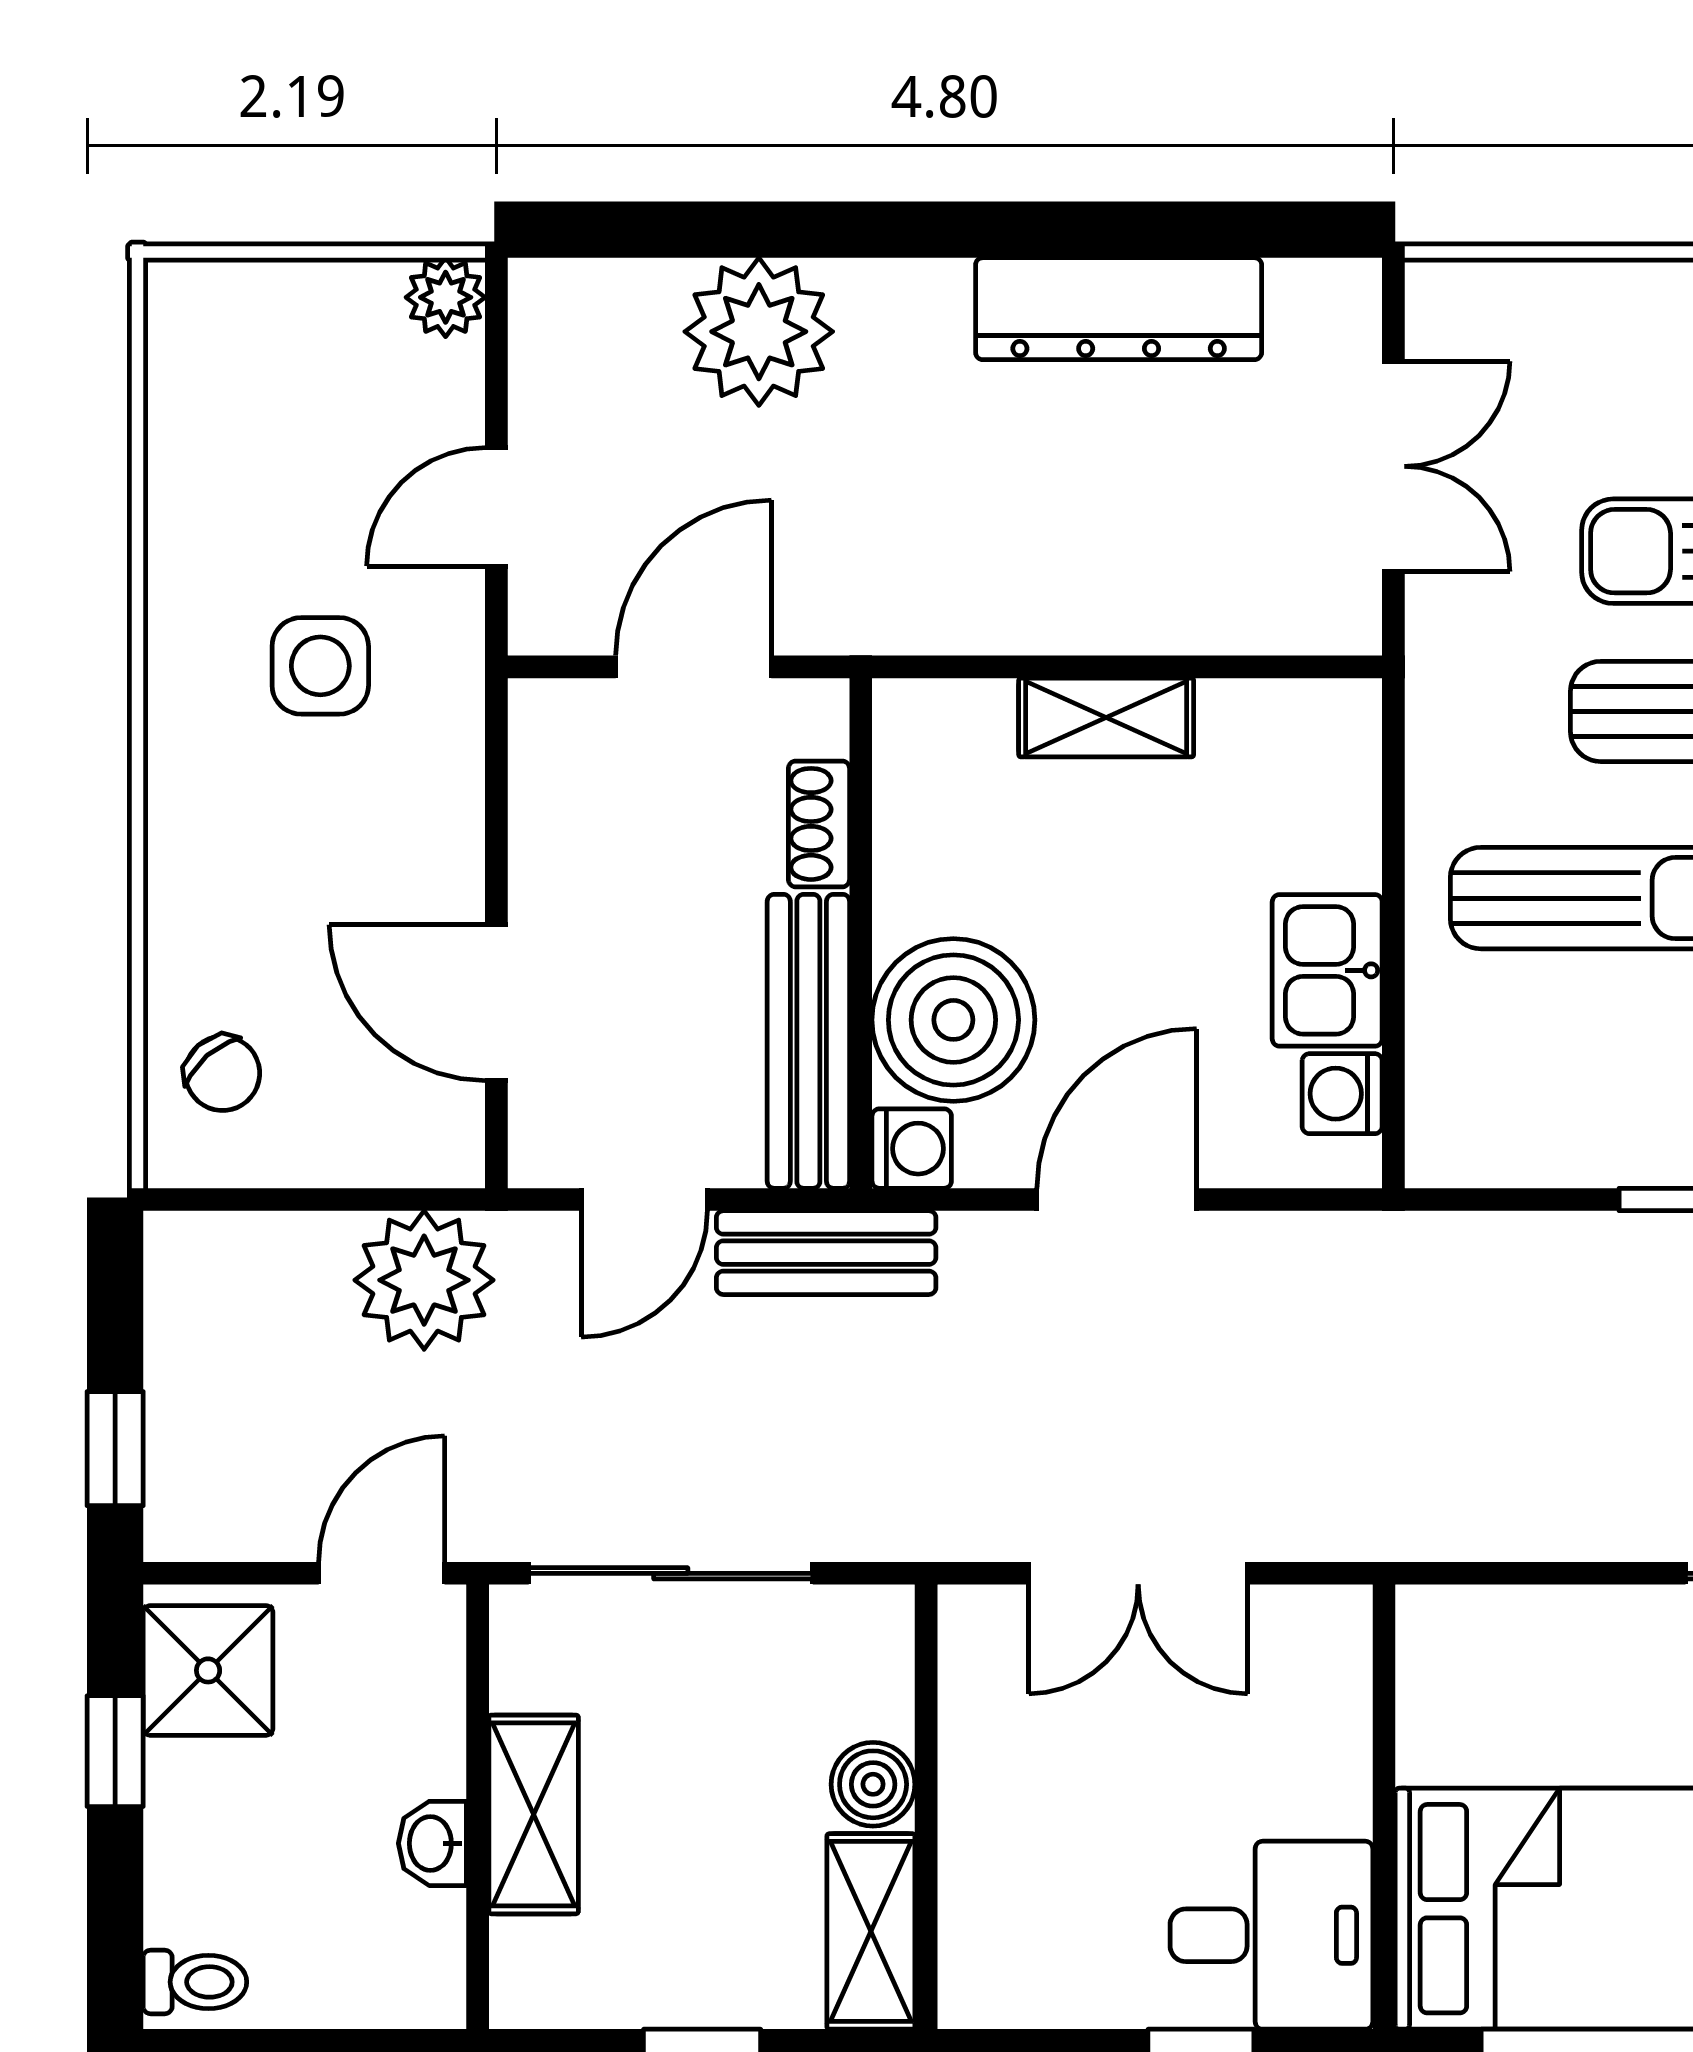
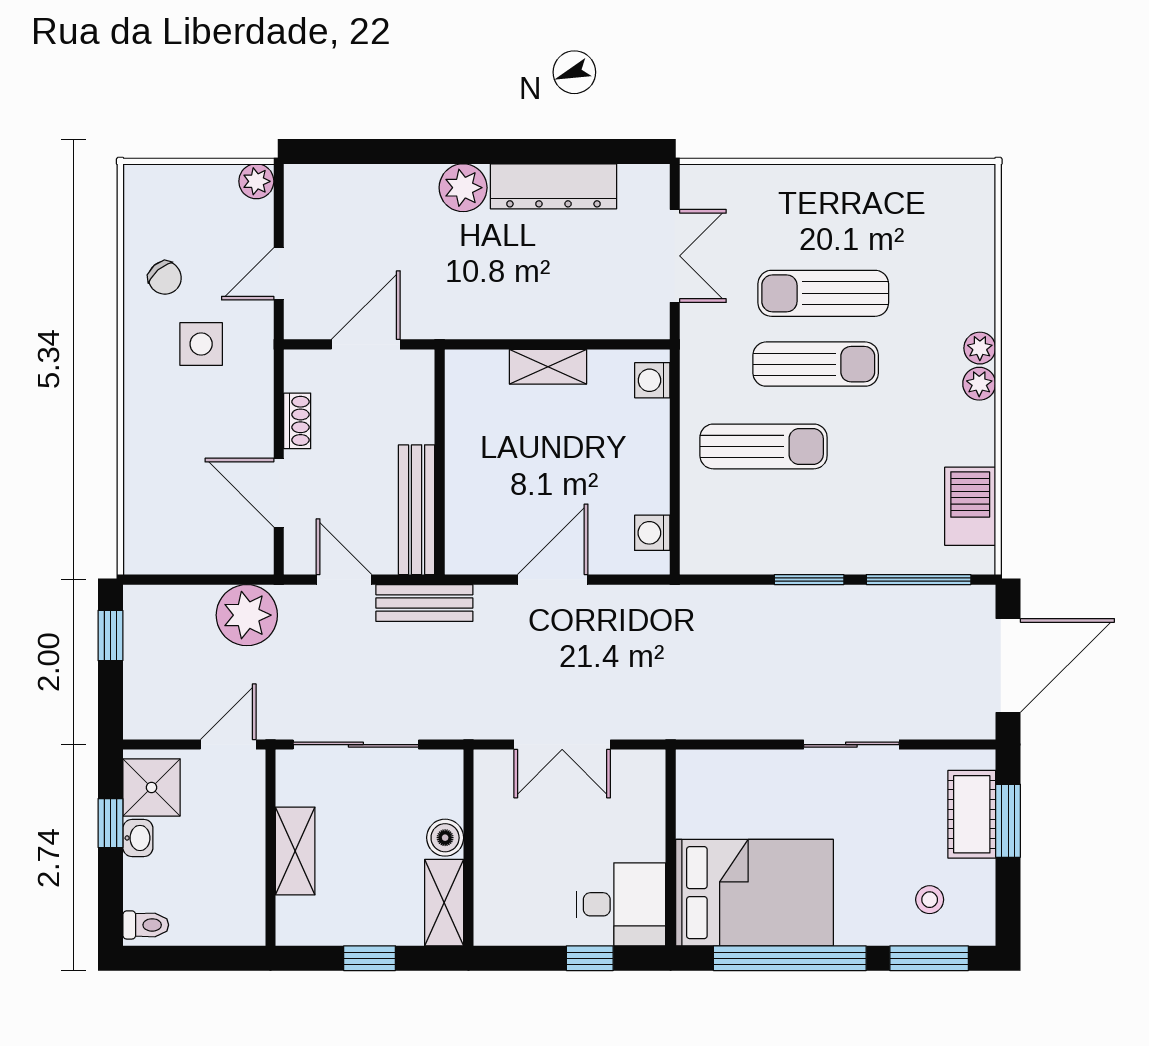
plant: (759, 332) -> (463, 188), moved, width x0.73, depth x0.73
shoe rack: (819, 824) -> (297, 421), moved, turned 180
kitchen sink: (1327, 970) -> (646, 478), removed
boiler: (953, 1020) -> (481, 500), removed
chair: (223, 1073) -> (165, 278), moved
washing machine: (912, 1149) -> (652, 380), moved, turned 180
door: (644, 1200) -> (344, 580), swing flipped
window: (115, 1449) -> (110, 636), moved
washbasin: (432, 1843) -> (138, 838), moved, turned 180

